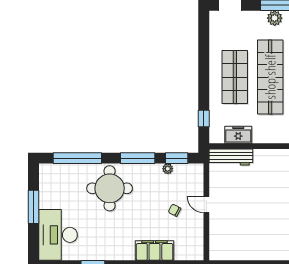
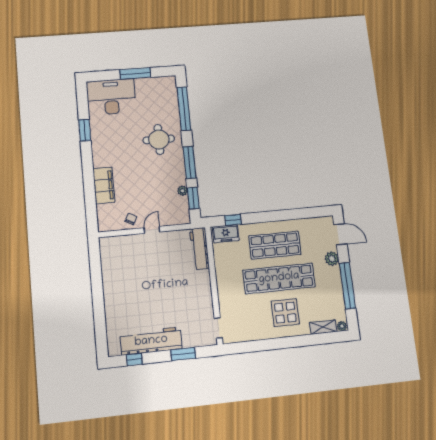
plant: (275, 18) -> (332, 259), moved
freezer: (238, 135) -> (226, 234), moved, turned 90
round table: (110, 188) -> (159, 139), width x0.73, depth x0.73
chair: (175, 210) -> (131, 219), moved

